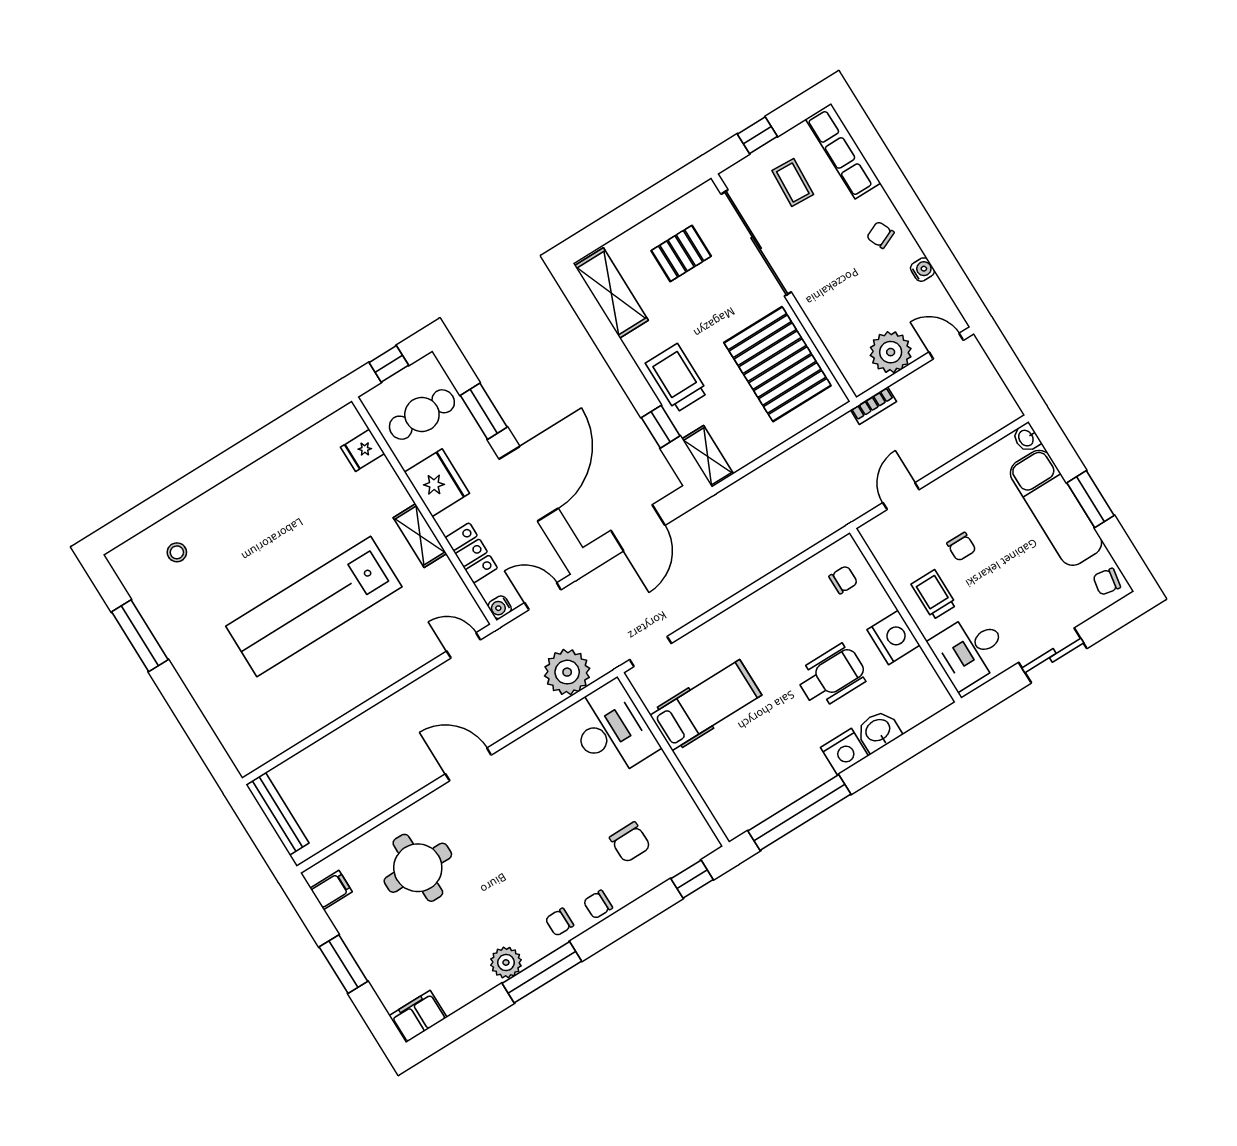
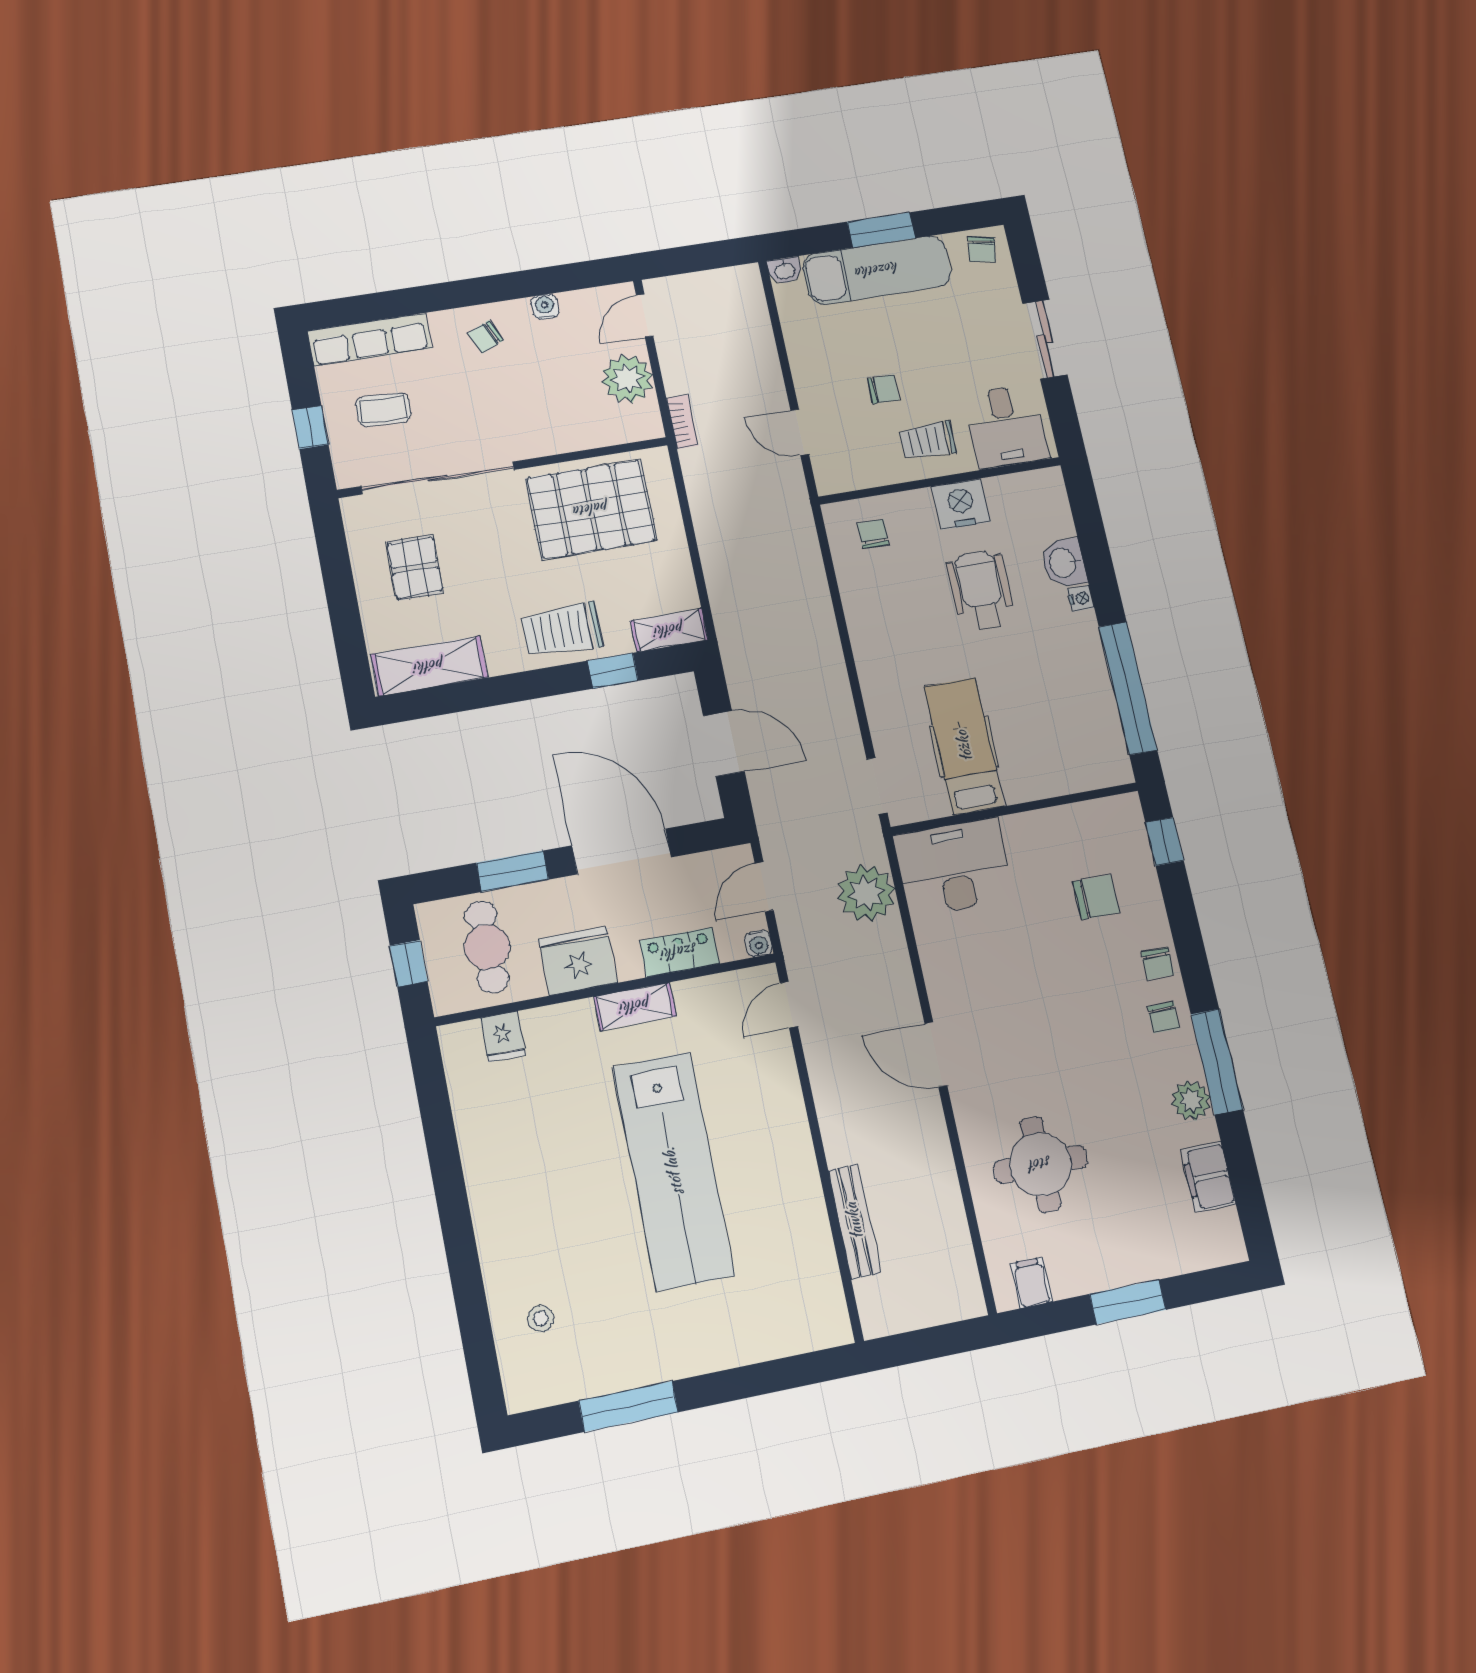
nightstand: (844, 752) -> (1081, 598), width x0.53, depth x0.56
door: (468, 764) -> (936, 1054), hinge flipped
bench: (277, 814) -> (854, 1221), moved, turned 90
filing cabinet: (418, 1017) -> (1208, 1177), moved

